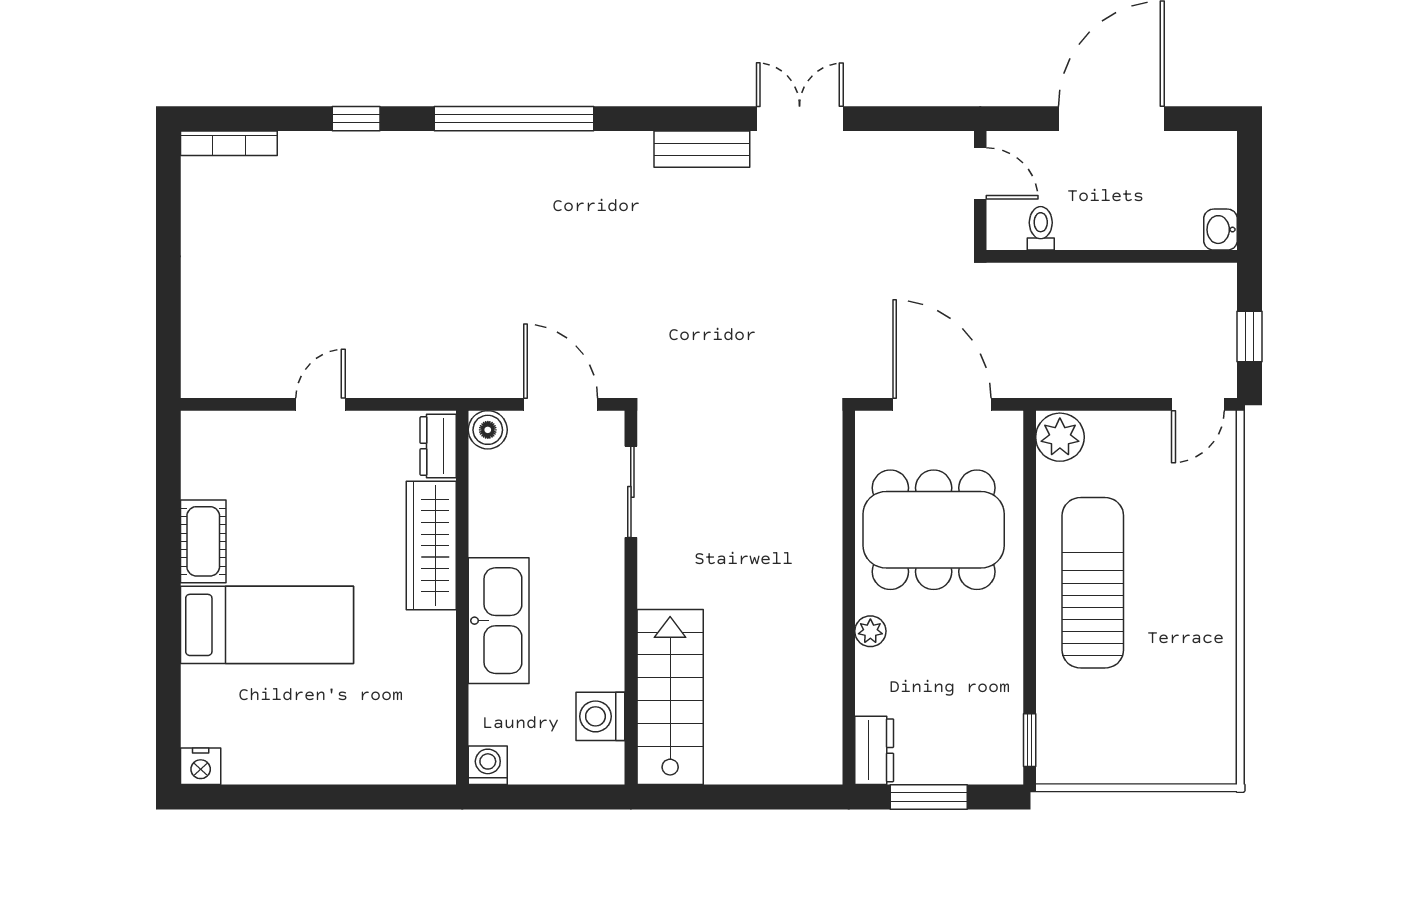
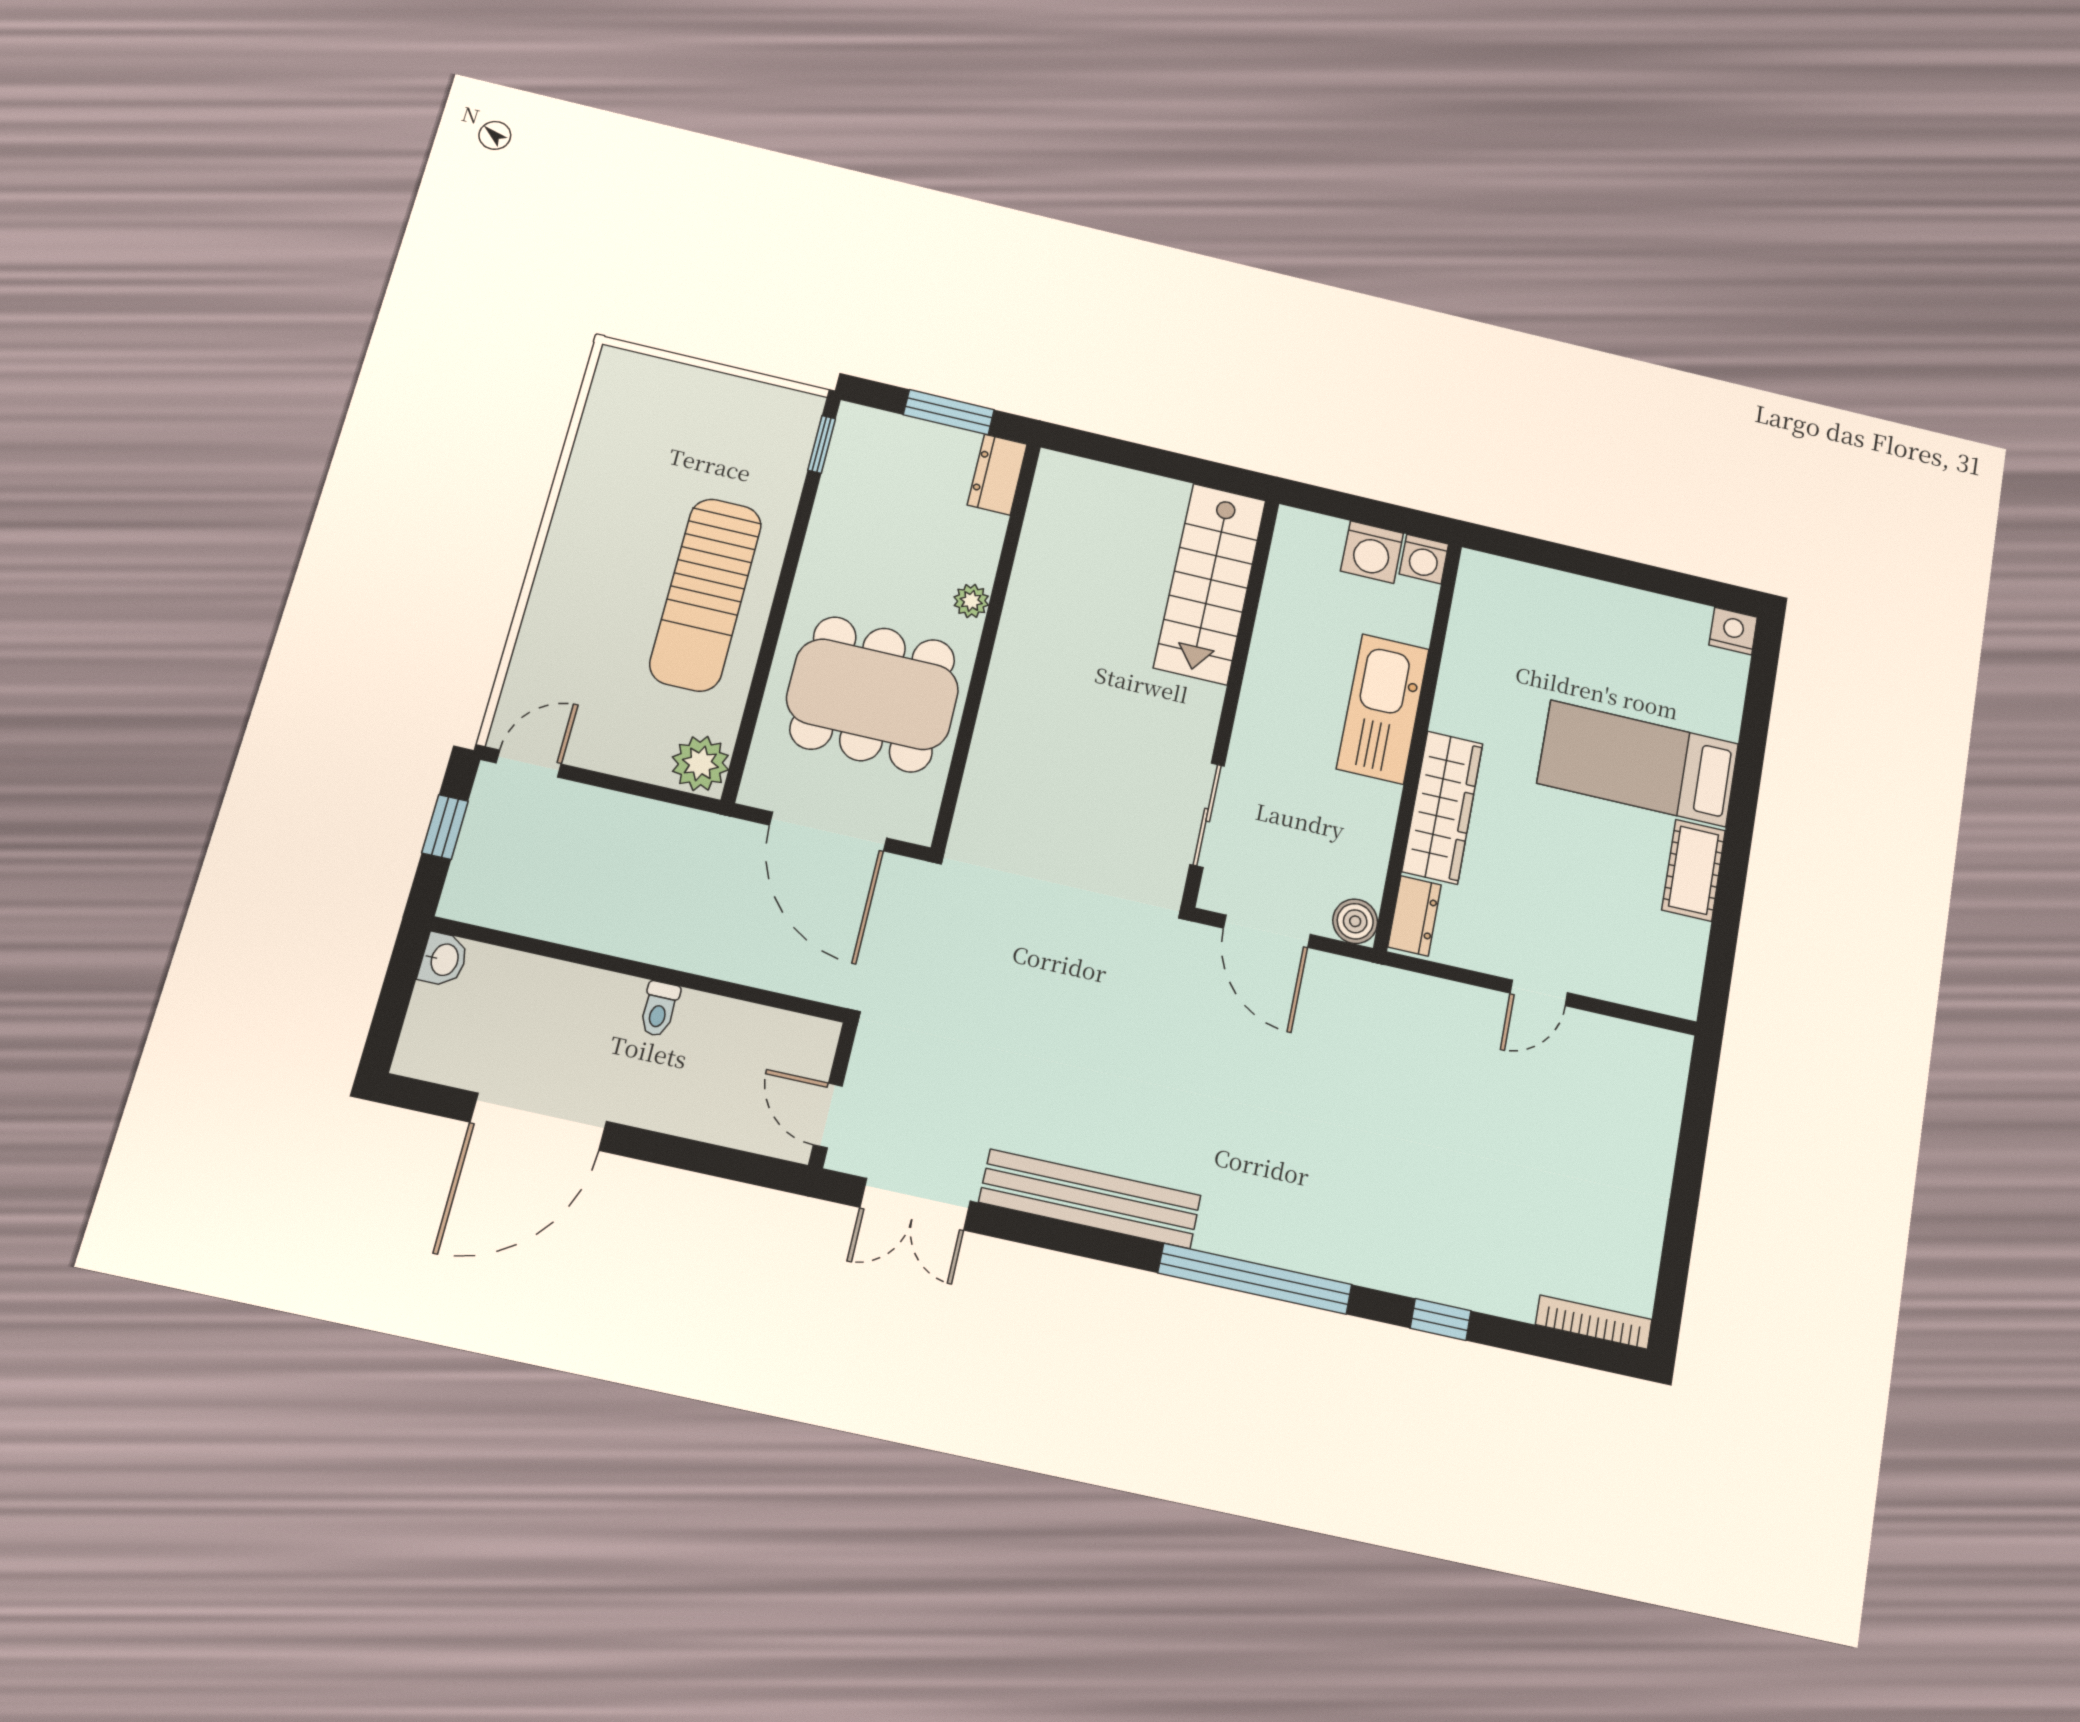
bench: (702, 149) -> (1090, 1199), width x1.86, depth x1.21
door: (980, 173) -> (828, 1115), moved
wall: (980, 191) -> (833, 1095), moved
washing machine: (600, 716) -> (1372, 552), moved, turned 90

